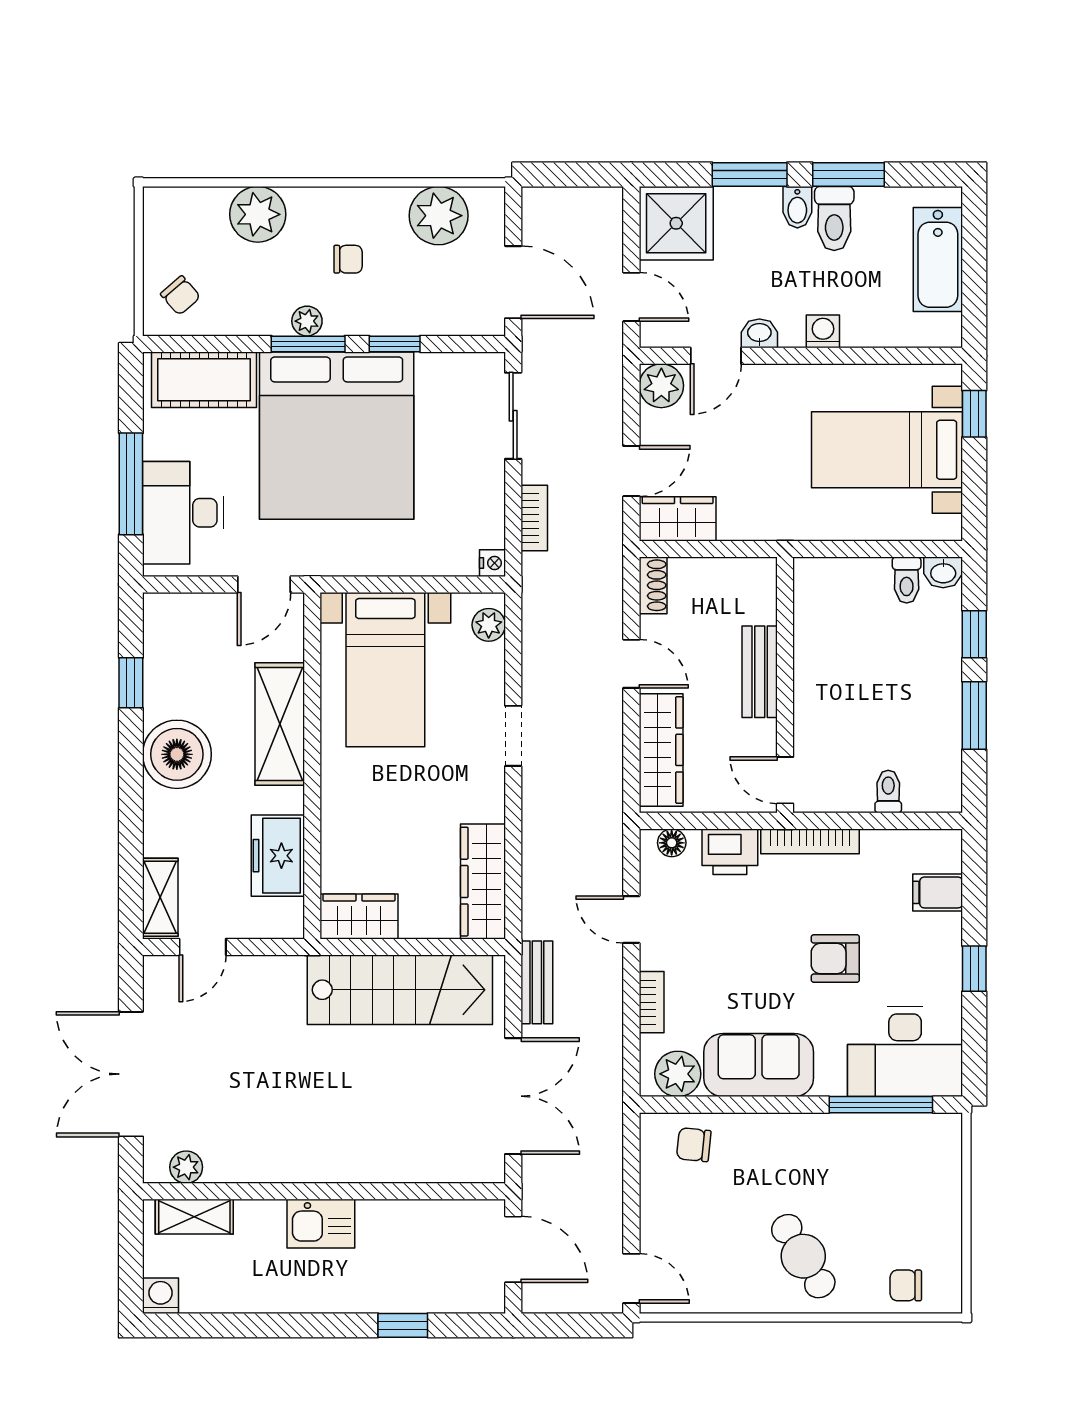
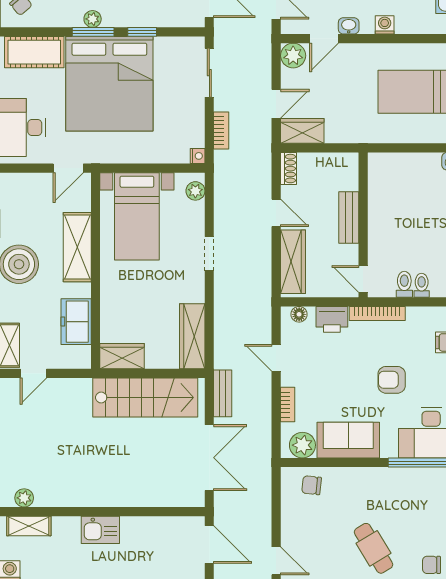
toilet: (907, 580) -> (404, 284), moved, turned 180

